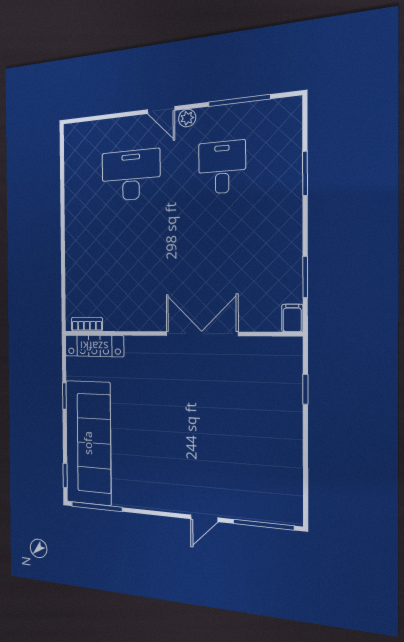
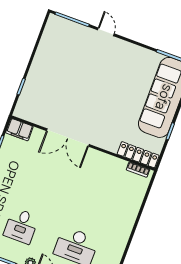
filing cabinet: (292, 318) -> (19, 130), width x2.00
door: (204, 518) -> (106, 32), hinge flipped

